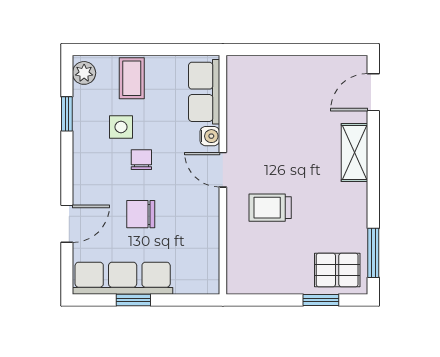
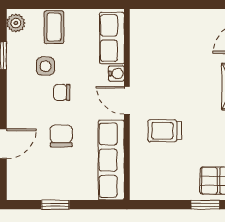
chair: (141, 160) -> (62, 92), turned -90
chair: (141, 214) -> (61, 136), turned 90
row of seats: (123, 278) -> (111, 160), moved, turned -90

